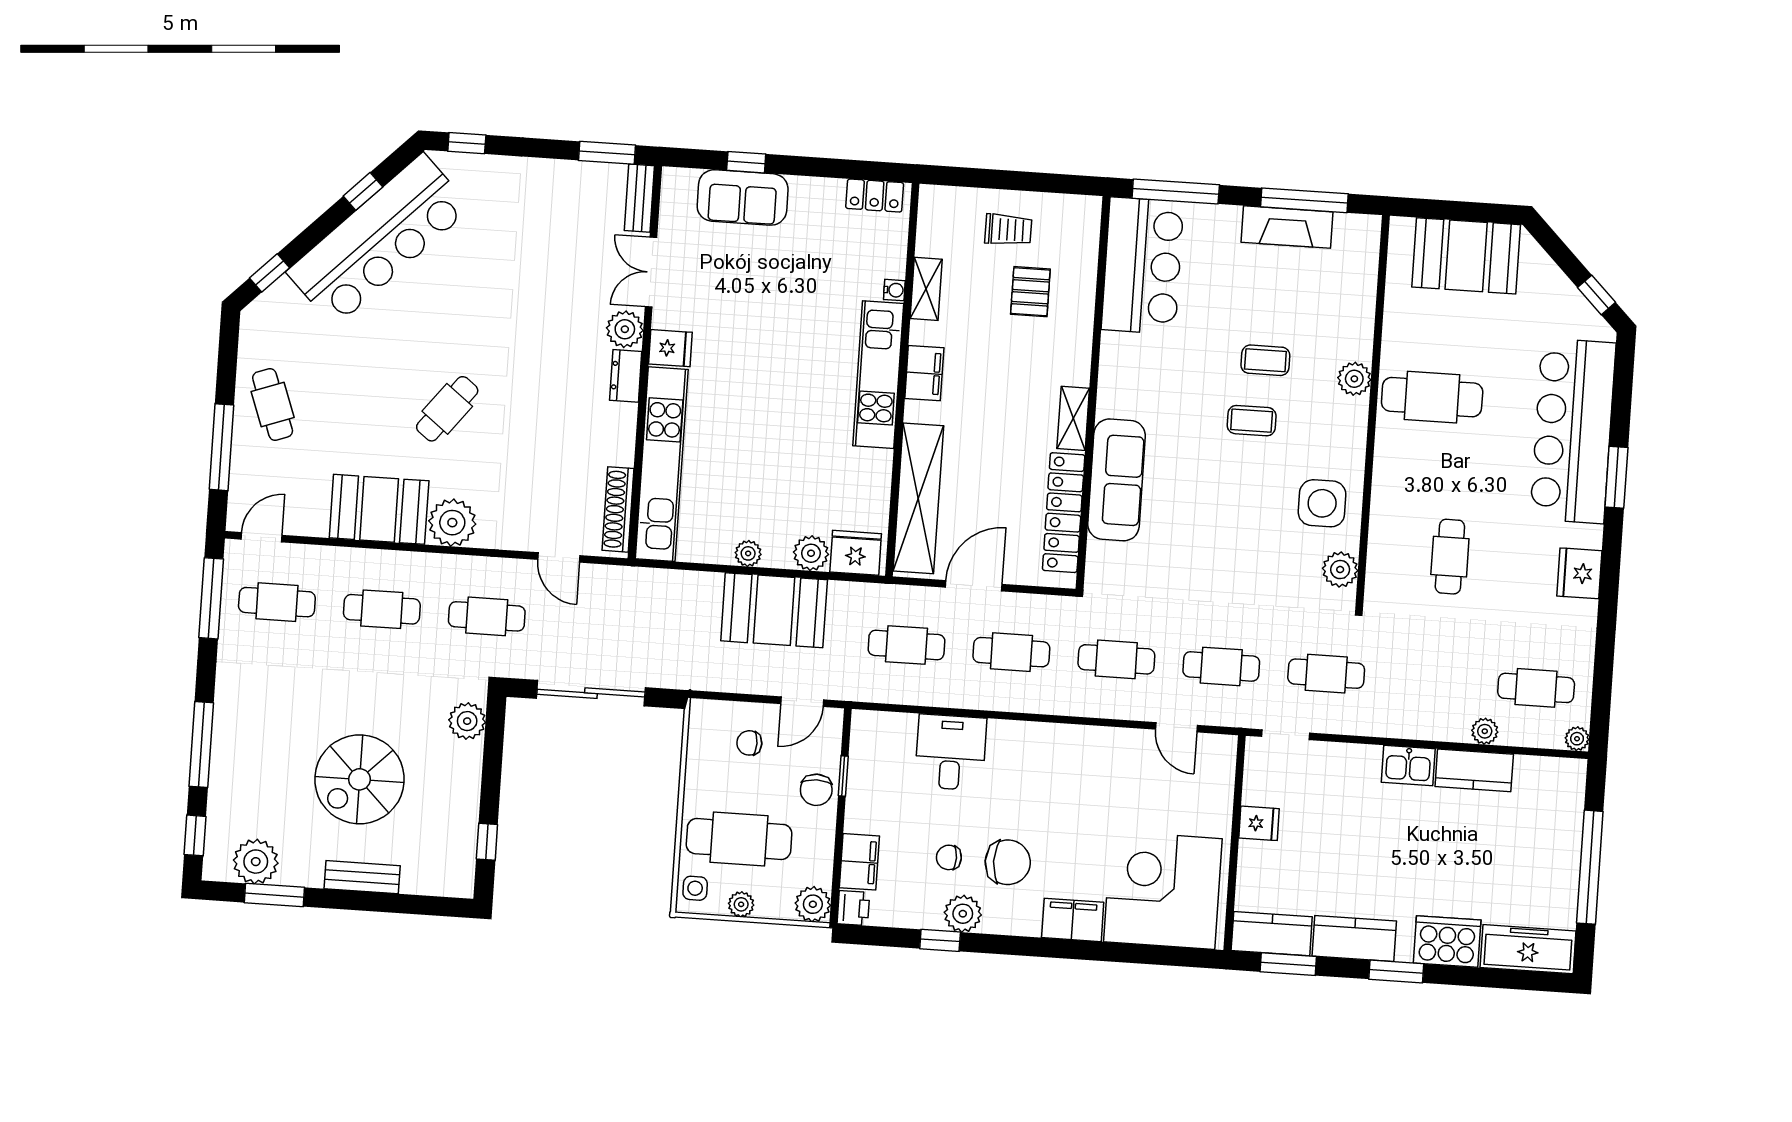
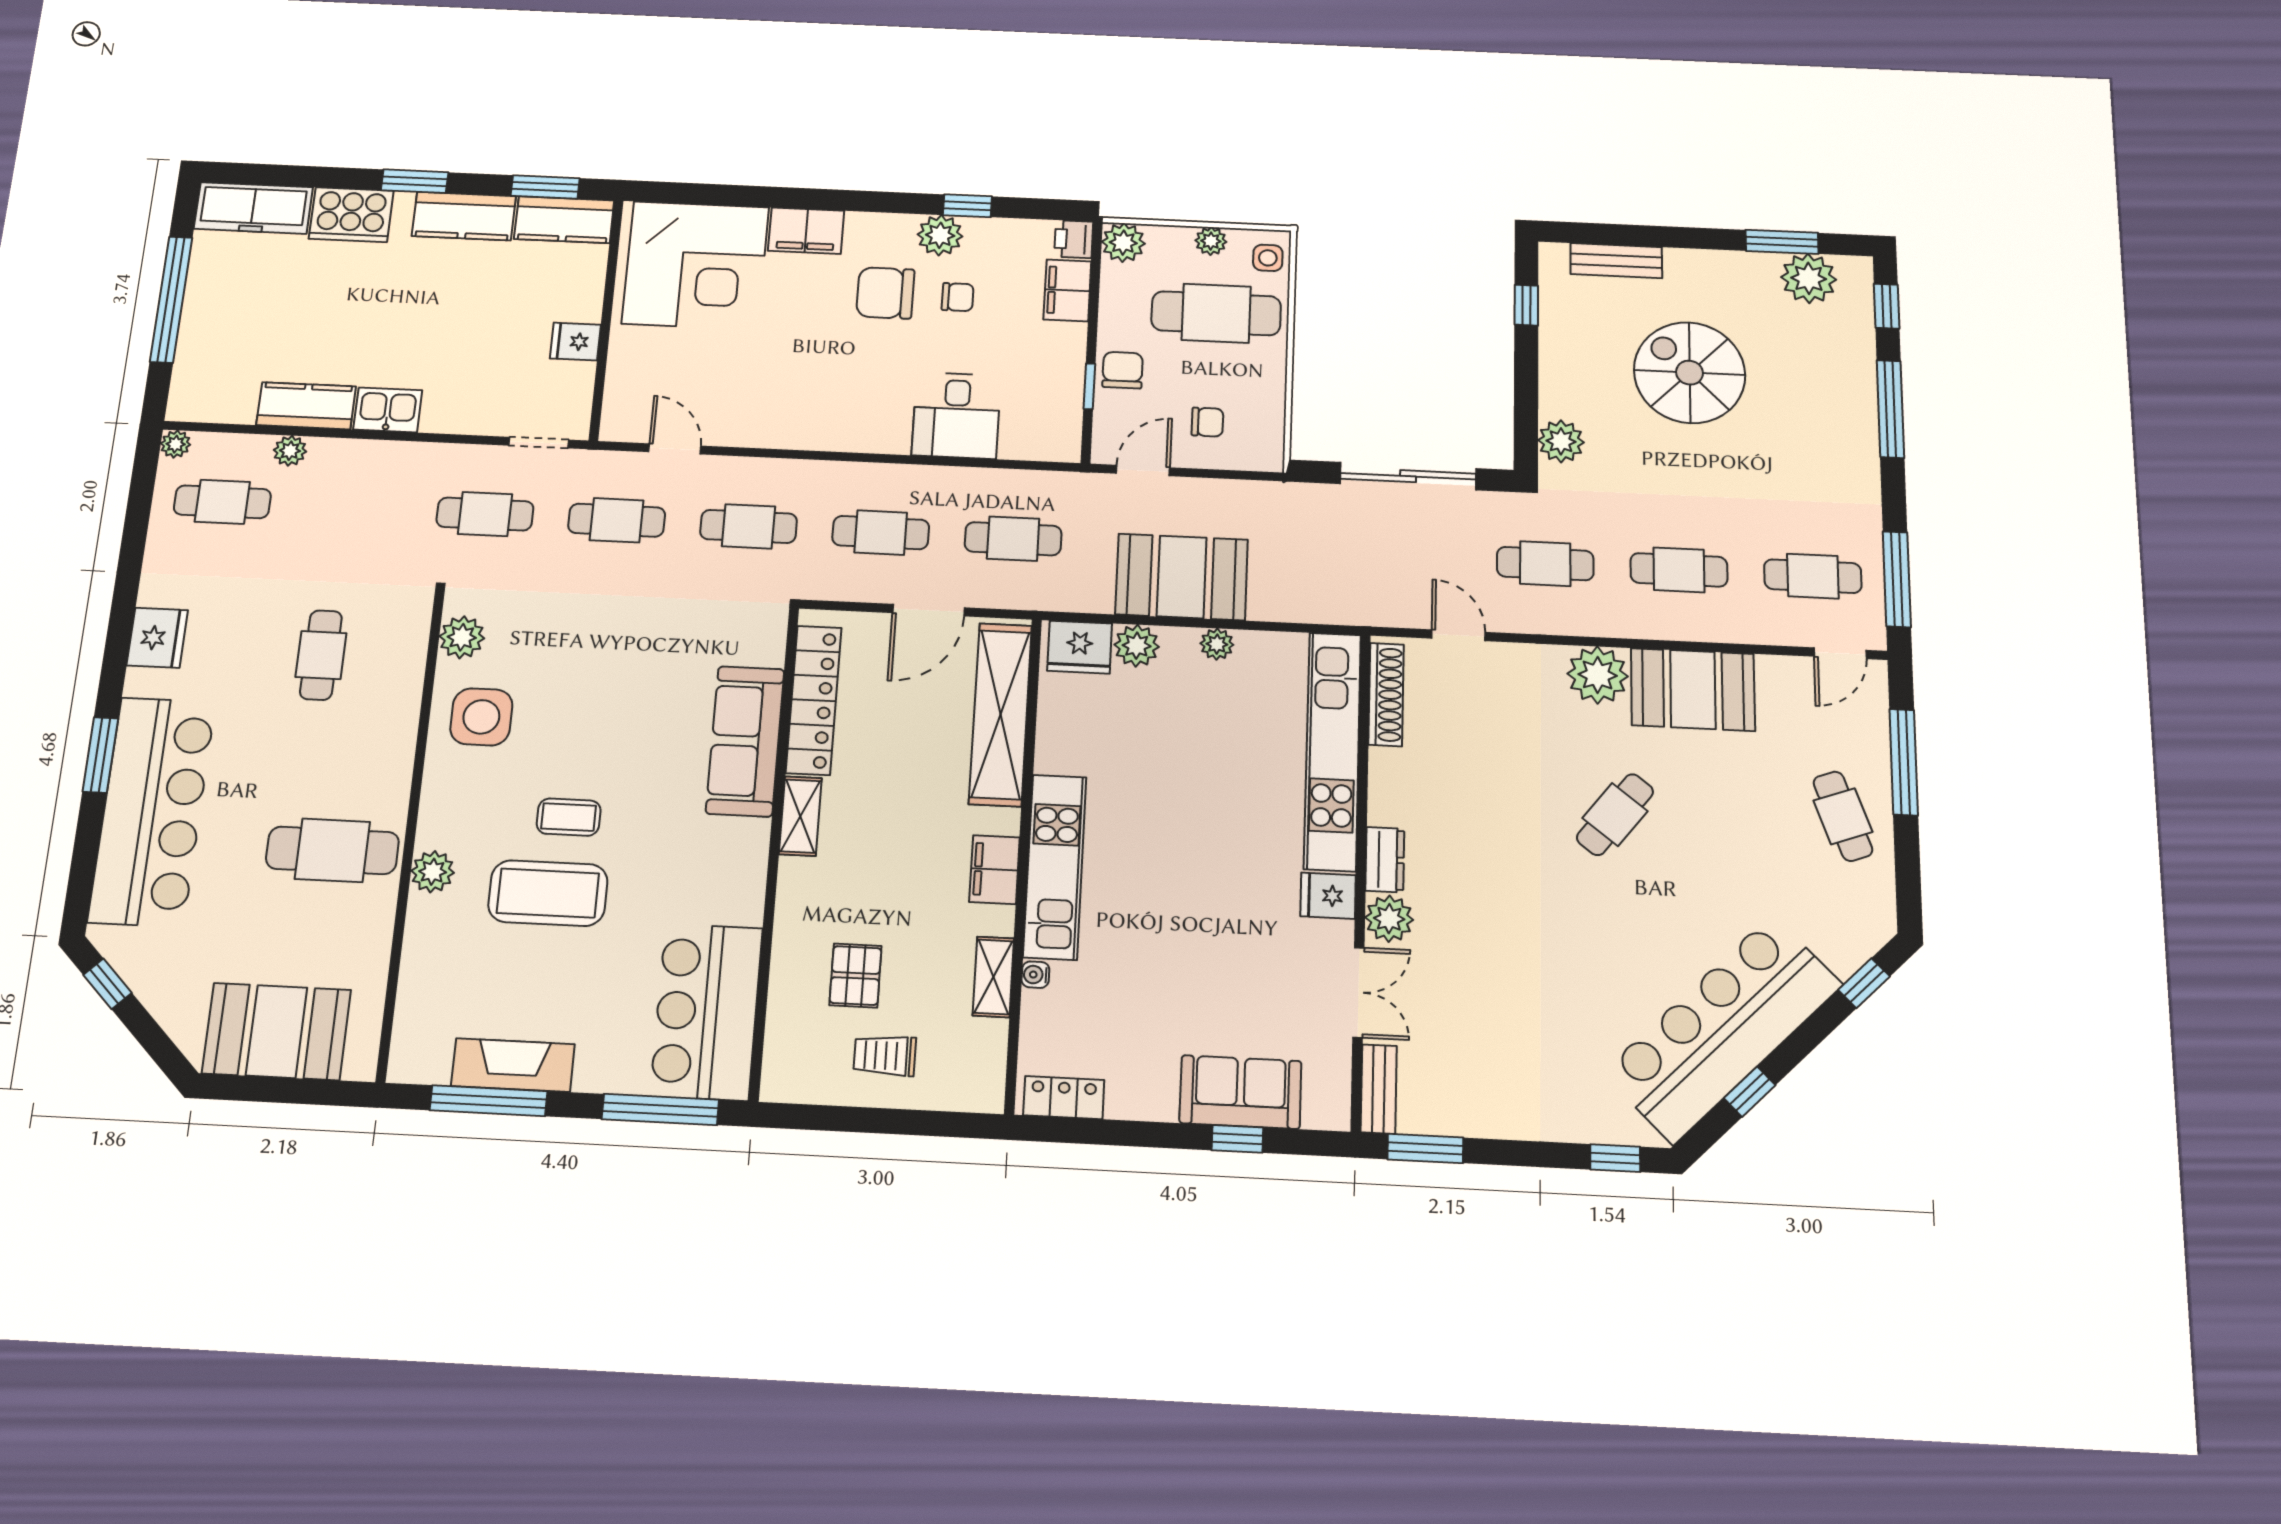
coffee table: (1265, 360) -> (548, 893), width x1.86, depth x1.72
spiral stairs: (359, 779) -> (1690, 373), turned -90
bench: (362, 877) -> (1616, 261), moved

